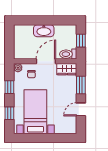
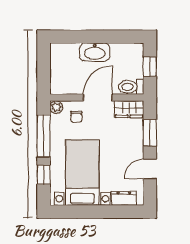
window: (9, 87) -> (44, 136), width x2.17
dresser: (63, 129) -> (124, 198), added

